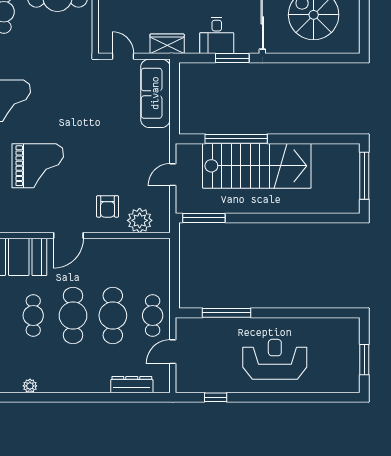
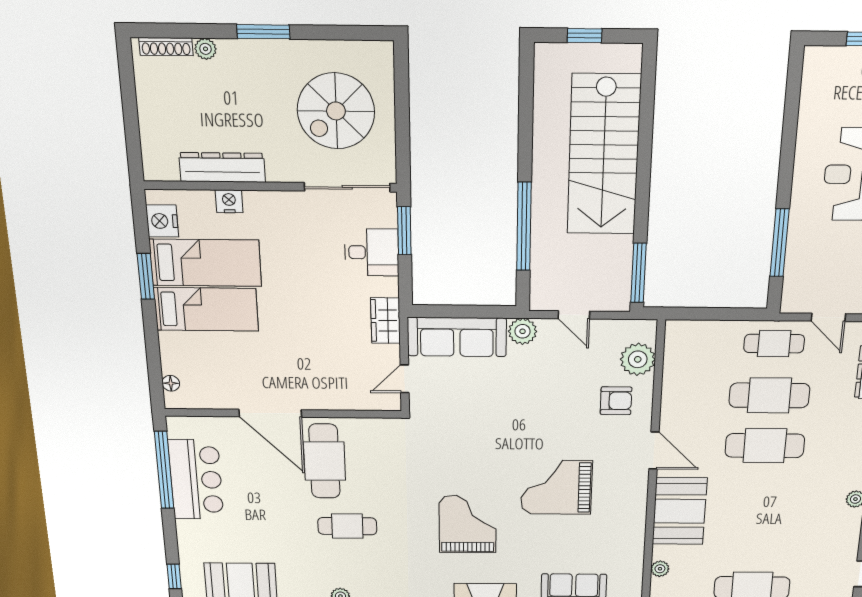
plant: (160, 139) -> (523, 331), added
grand piano: (38, 166) -> (556, 487), turned -90
stairs: (257, 166) -> (604, 155), moved, turned 180
window: (364, 176) -> (584, 36), width x0.46
cafe table: (33, 316) -> (760, 494), removed

